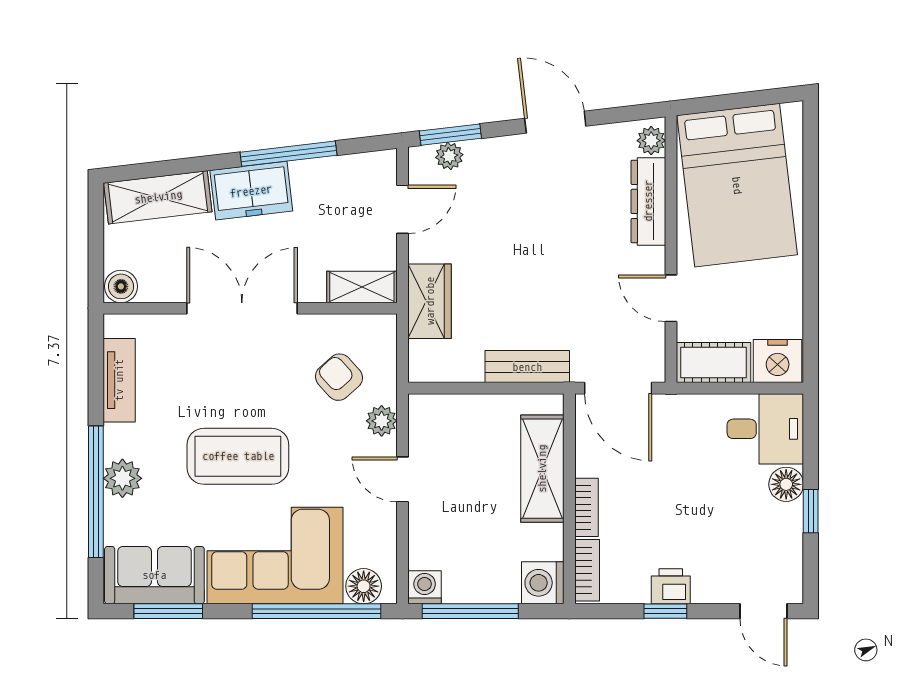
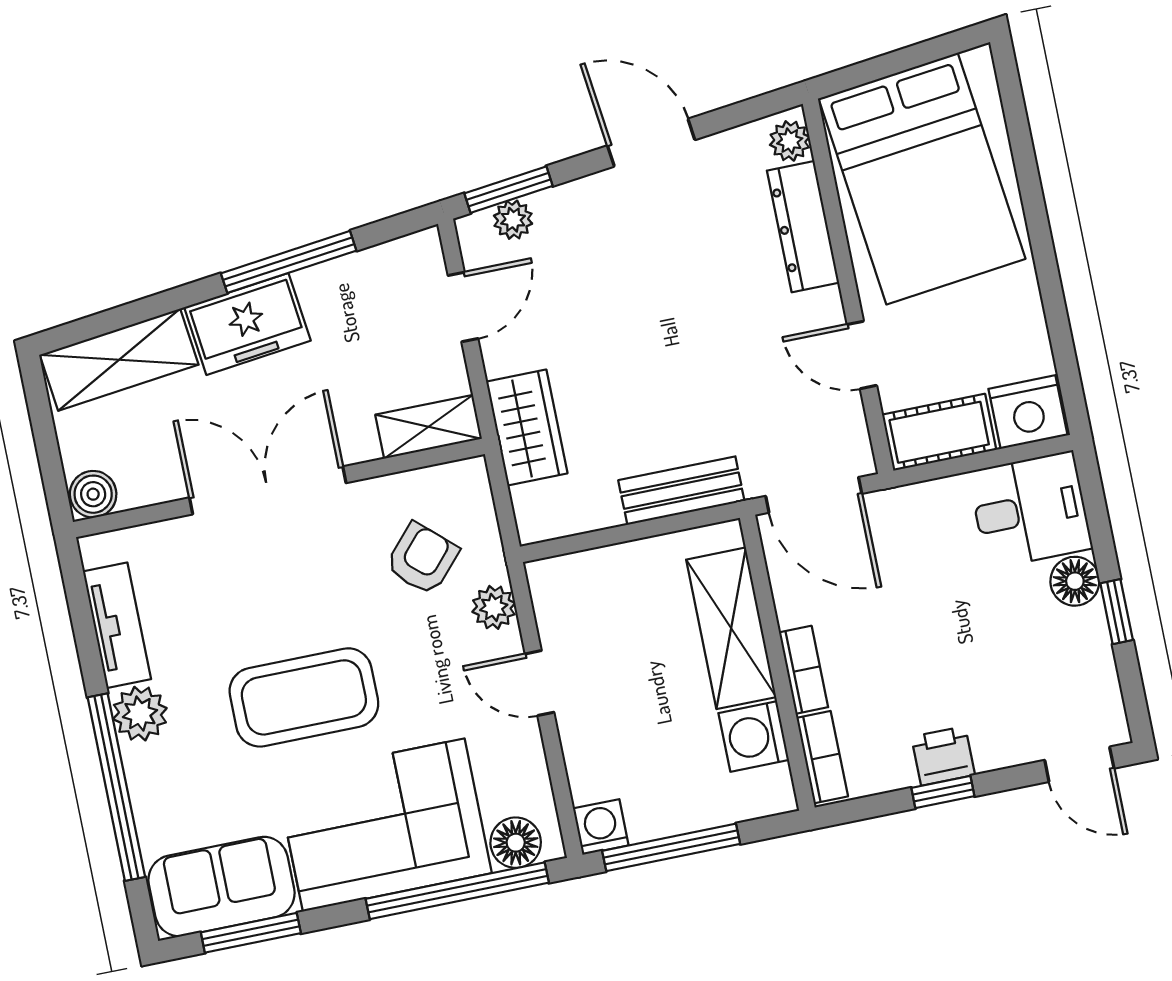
armchair: (339, 377) -> (422, 559), turned 84
plant: (122, 478) -> (140, 714), moved
washing machine: (543, 583) -> (754, 736), moved

